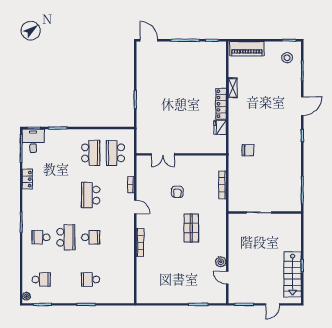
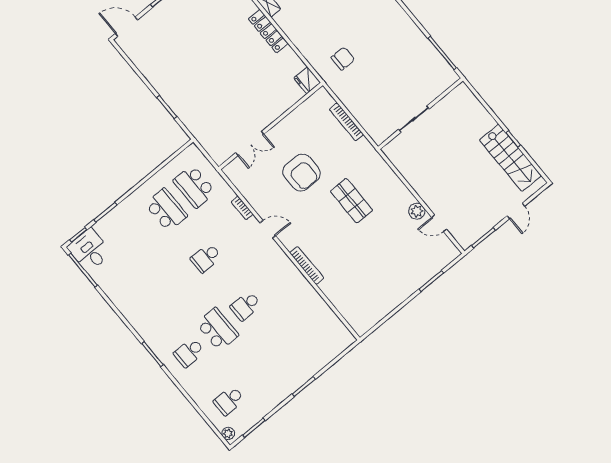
fridge: (220, 127) -> (307, 80), moved
locker: (27, 179) -> (119, 299), removed
armchair: (177, 192) -> (301, 173), width x1.88, depth x1.88
school desk: (91, 195) -> (206, 258), width x0.54
school desk: (91, 237) -> (246, 306), turned 180
school desk: (41, 279) -> (229, 401), turned 180
school desk: (91, 279) -> (285, 354), removed

